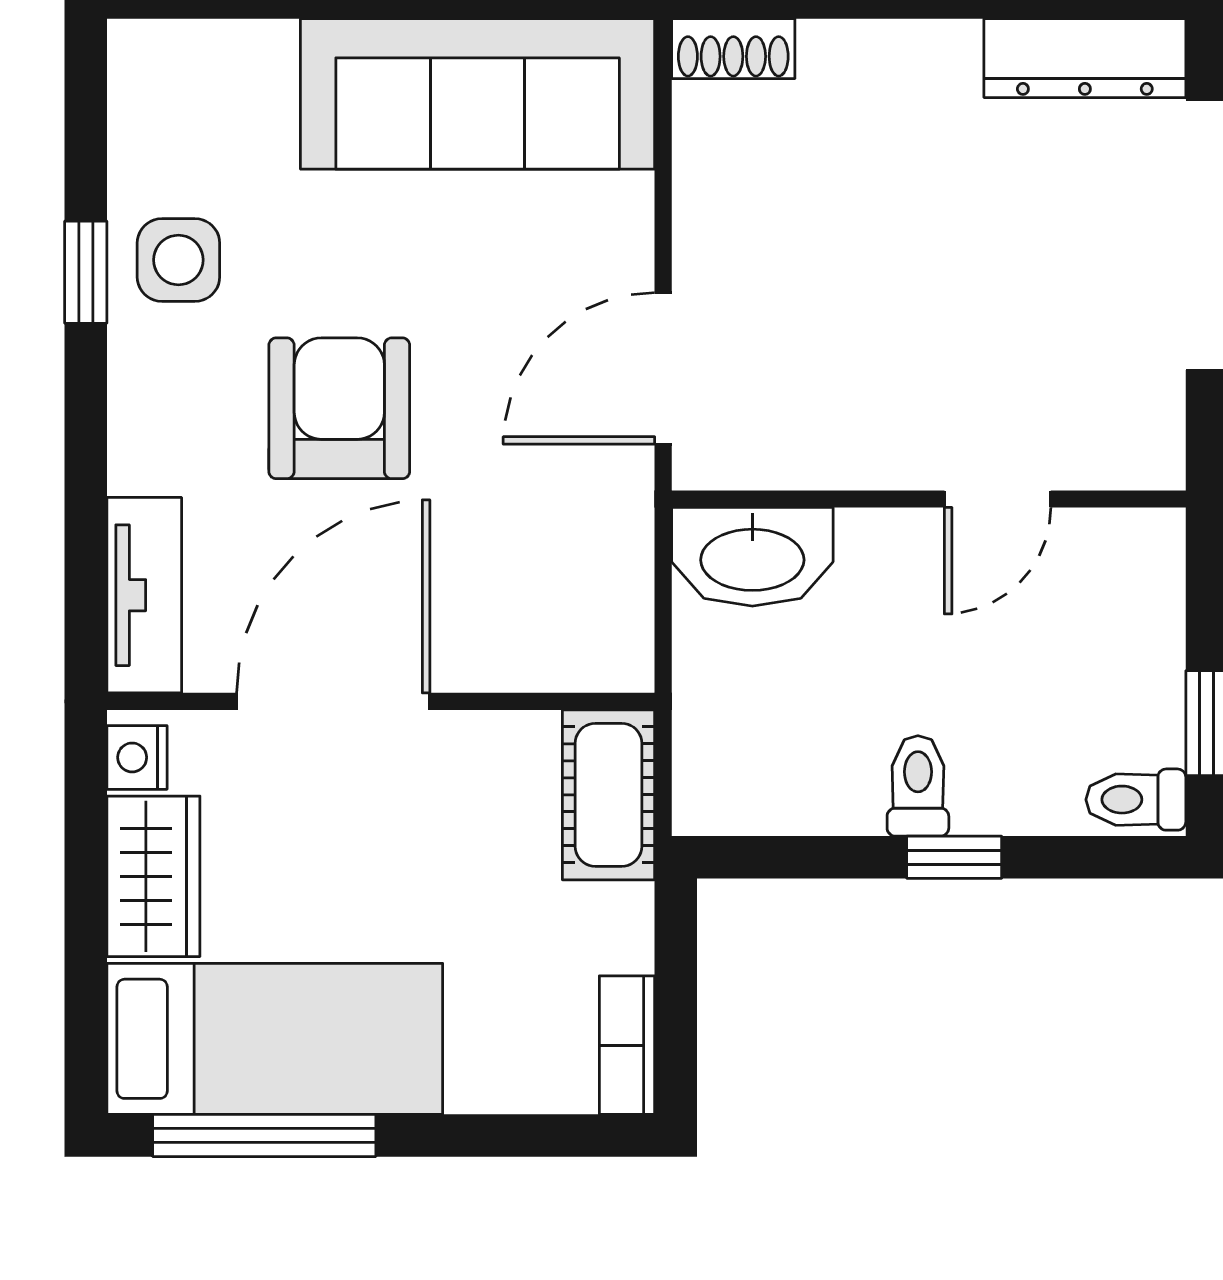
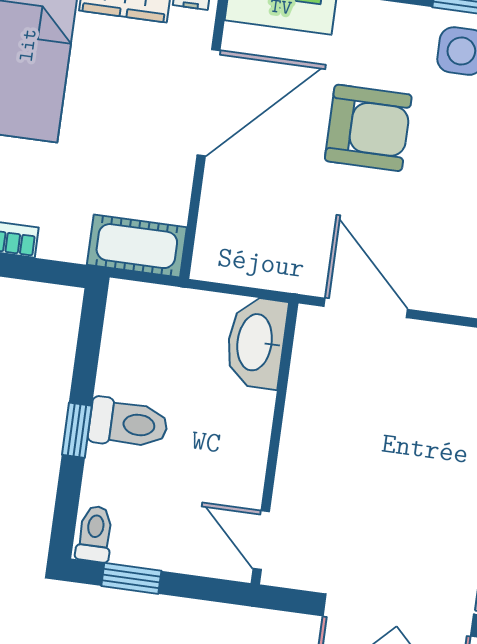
door: (998, 499) -> (261, 540), moved
door: (333, 701) -> (209, 103), hinge flipped
toilet: (918, 786) -> (128, 424), width x1.37, depth x1.39

